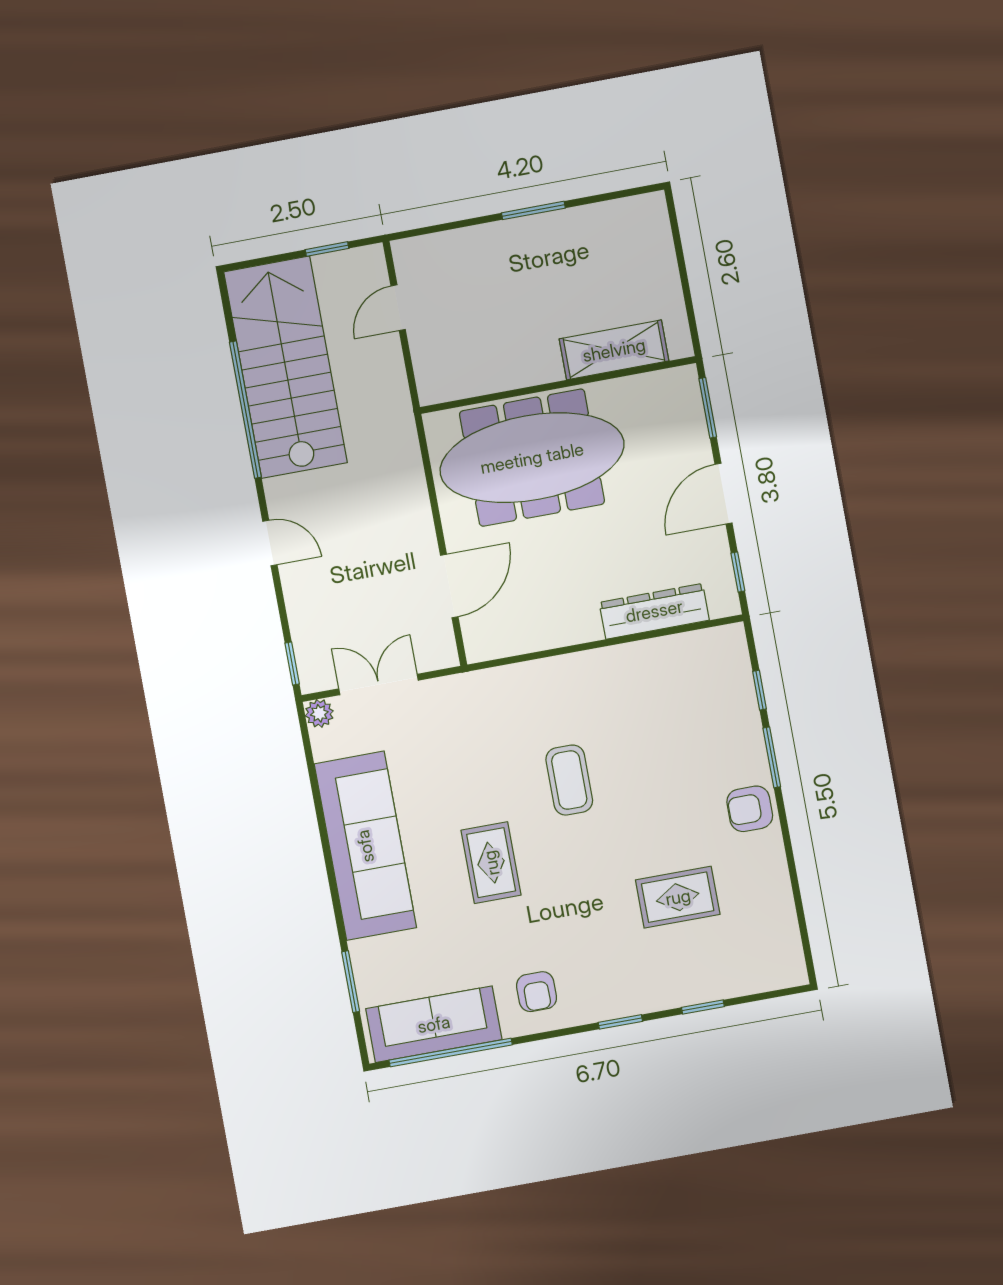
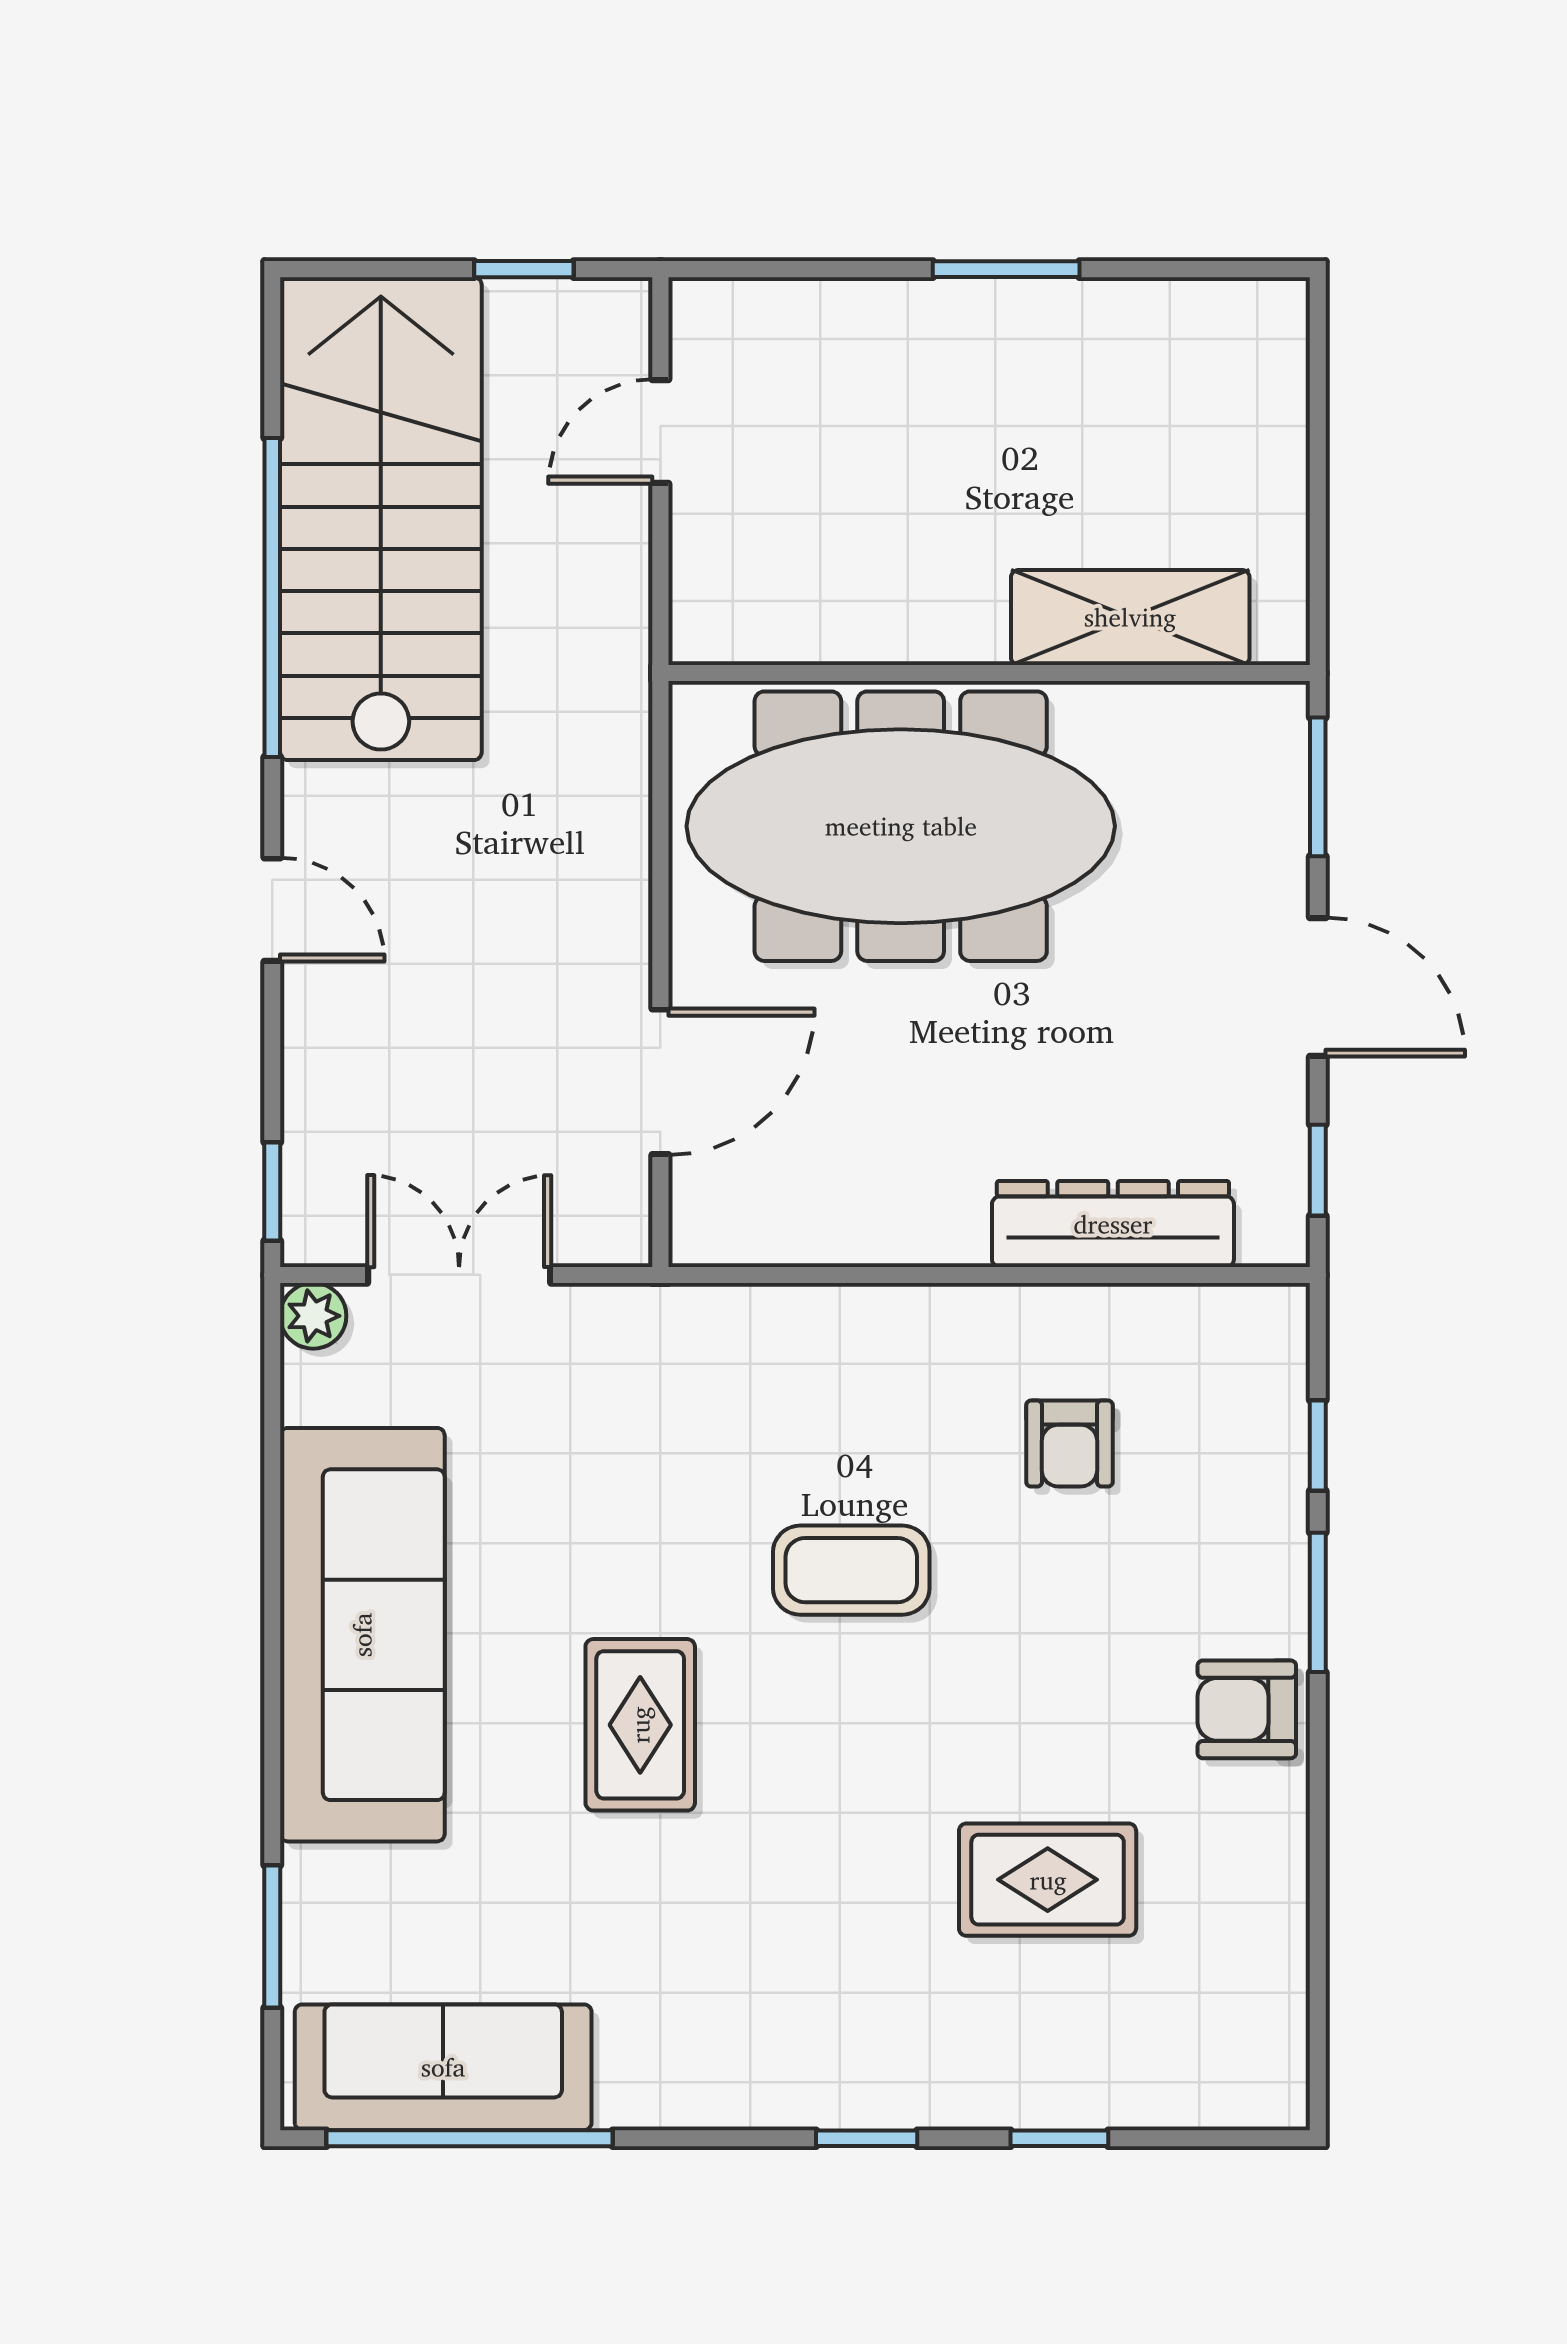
door: (723, 494) -> (1318, 987), swing flipped
coffee table: (569, 780) -> (851, 1570), turned 90
armchair: (537, 992) -> (1069, 1444), moved

